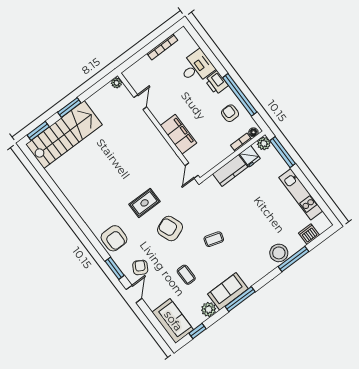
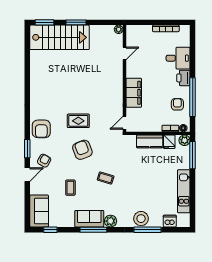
plant: (209, 309) -> (111, 221), moved

